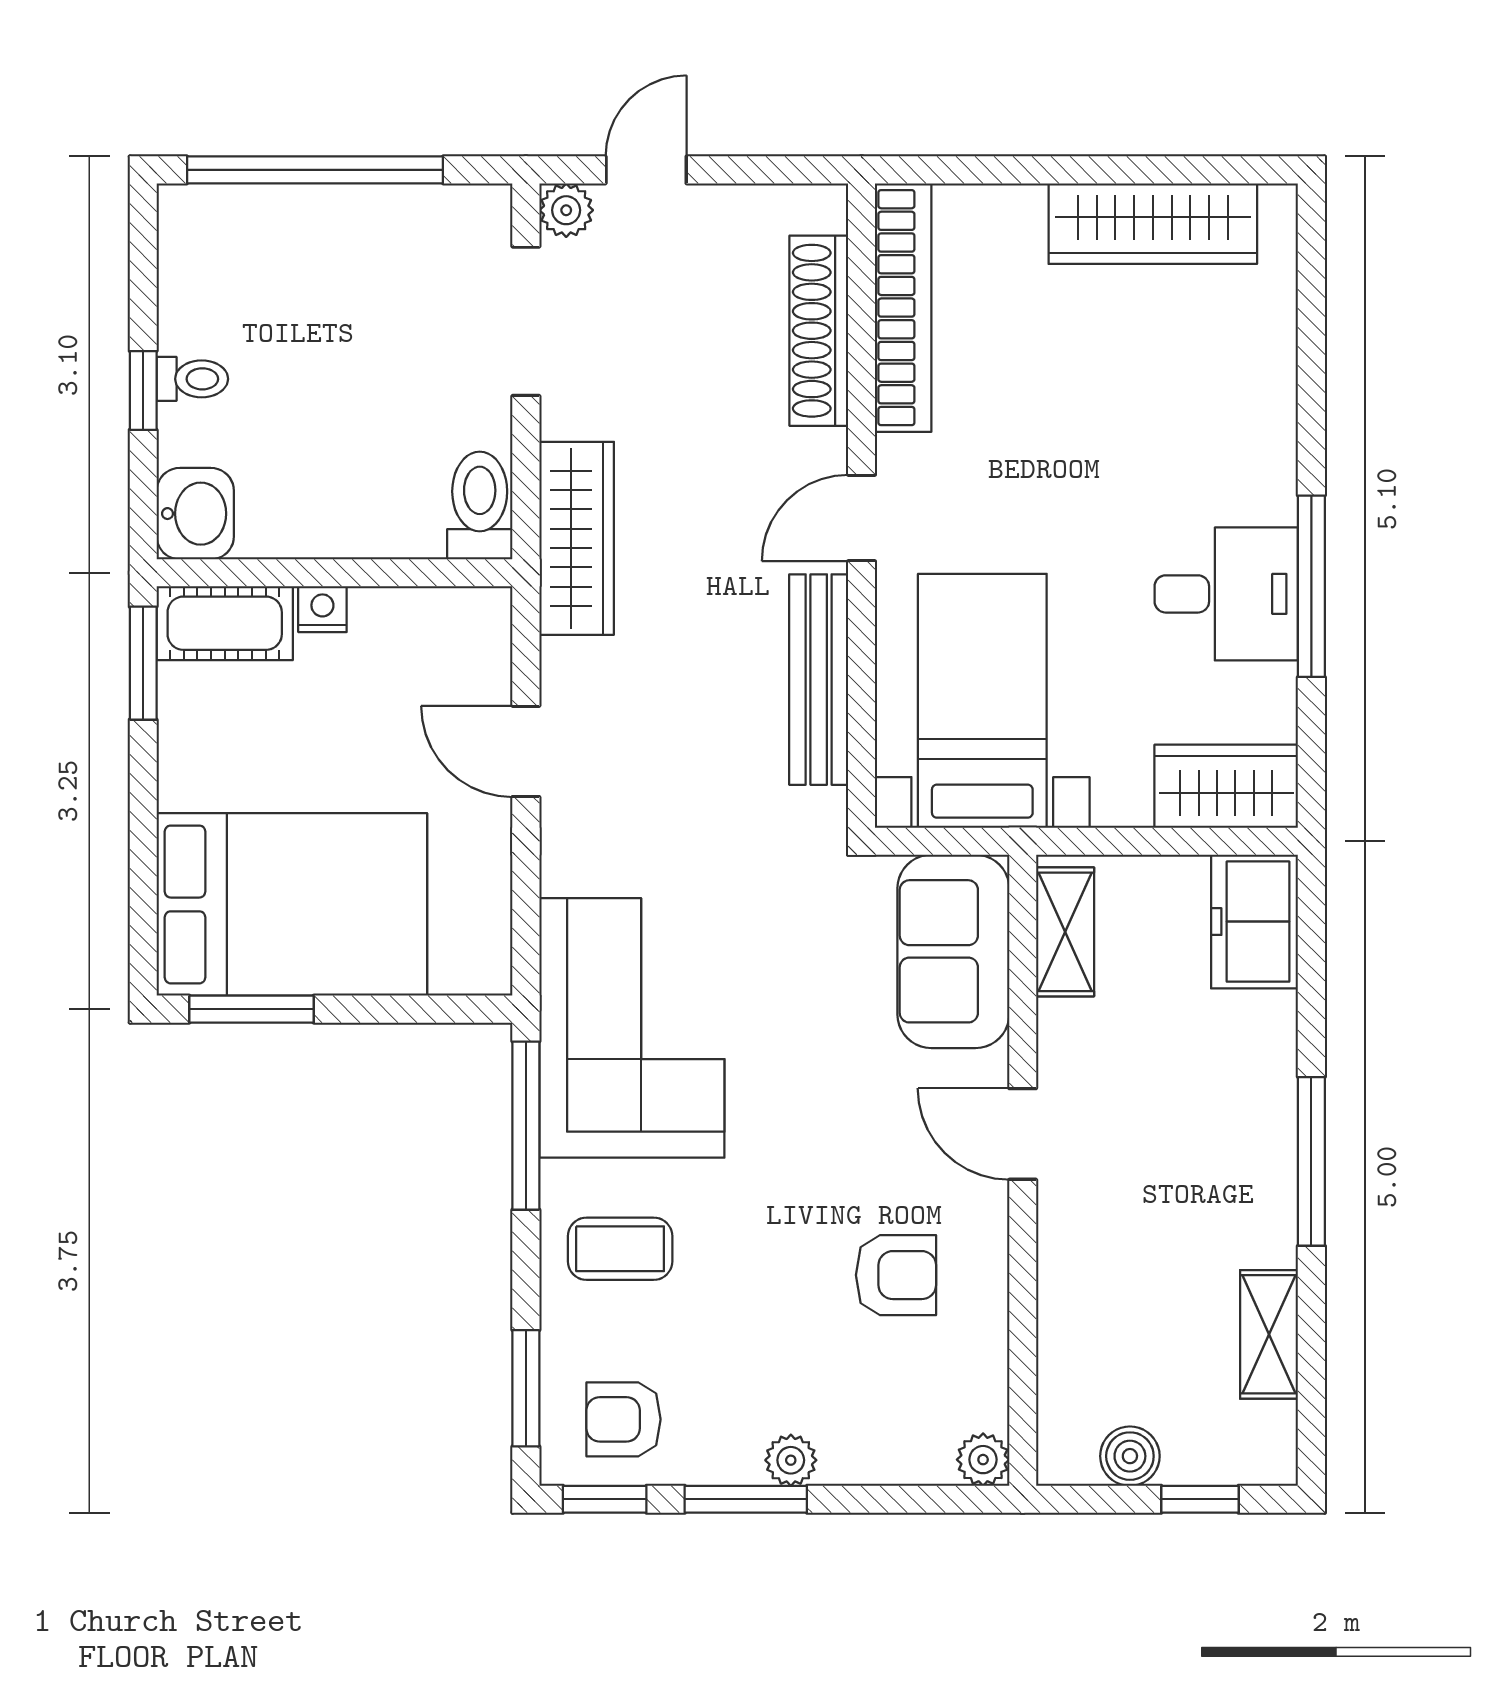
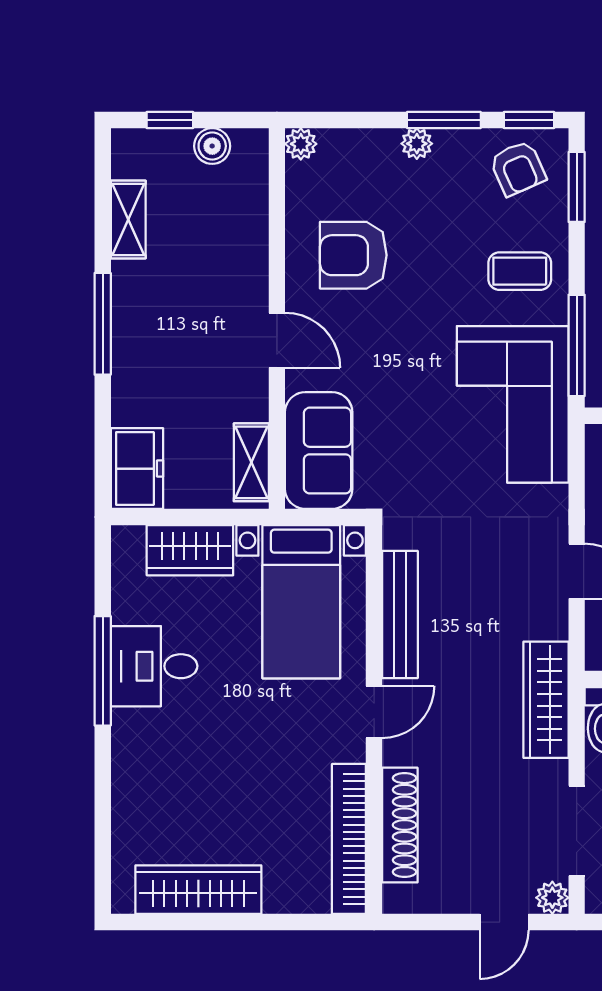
wardrobe: (1226, 786) -> (190, 550), moved
armchair: (896, 1275) -> (353, 255), width x1.38, depth x1.38
armchair: (623, 1419) -> (518, 168), turned 66

